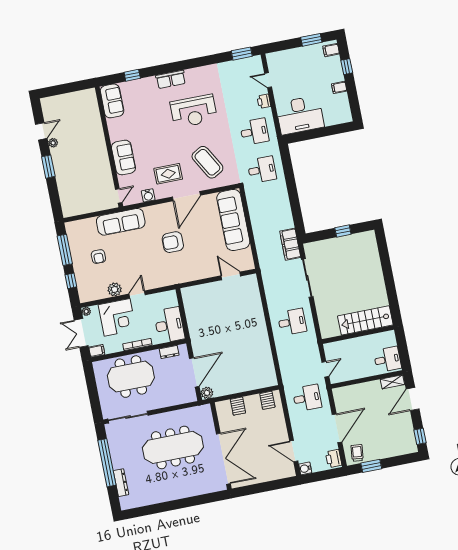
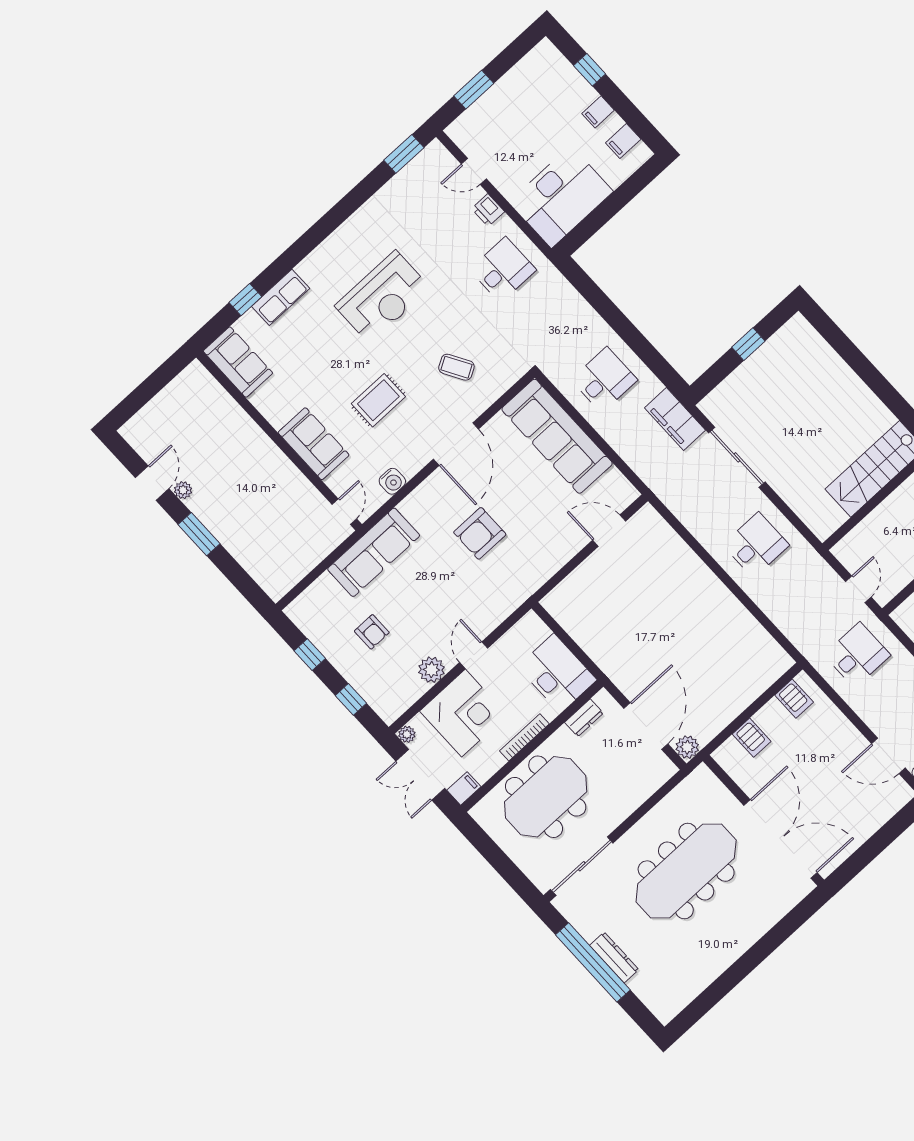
window: (311, 40) -> (474, 90), moved
filing cabinet: (331, 50) -> (623, 141), moved
row of seats: (171, 79) -> (281, 297), moved
coffee table: (207, 162) -> (456, 367), width x0.54, depth x0.58
desk: (262, 170) -> (604, 380), moved
rug: (168, 174) -> (378, 400), moved
window: (65, 250) -> (310, 655), width x0.46
dresser: (121, 483) -> (614, 957), moved

